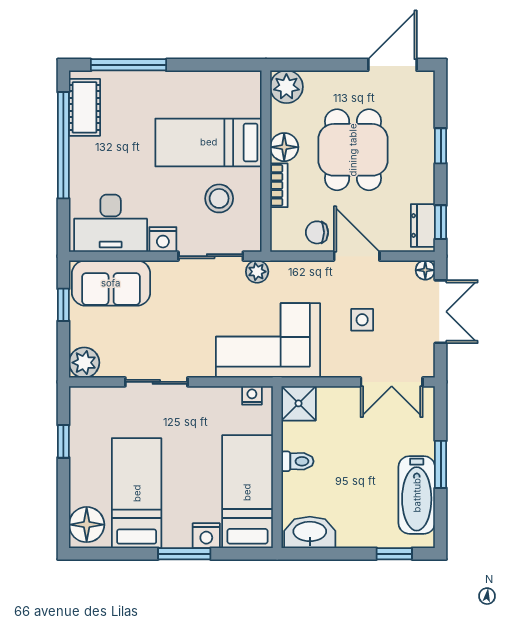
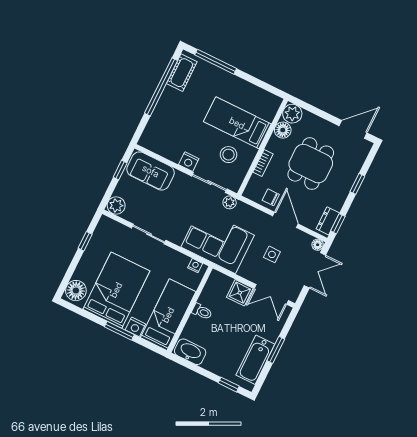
floor lamp: (284, 147) -> (283, 130), moved
desk: (111, 223) -> (166, 140), removed
shower: (299, 403) -> (240, 293), moved
bed: (137, 493) -> (116, 290), width x1.50

